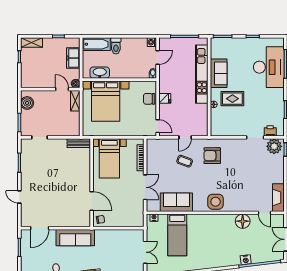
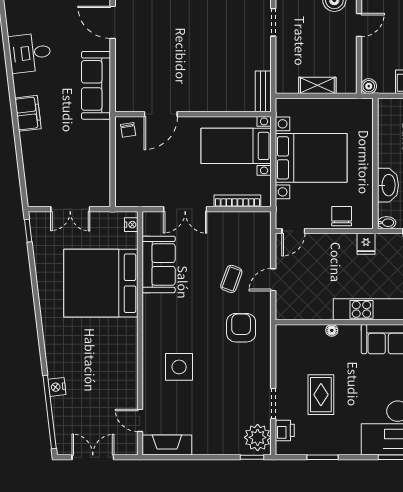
washbasin: (100, 73) -> (388, 185), moved
door: (62, 89) -> (359, 25), moved
fridge: (165, 98) -> (366, 244), moved
rug: (232, 99) -> (321, 395), moved
shelving: (75, 101) -> (317, 85), moved
bed with nightstands: (106, 101) -> (311, 158), moved, turned 180
door: (185, 137) -> (273, 280), hinge flipped
side table: (216, 202) -> (179, 367), moved
door: (265, 213) -> (140, 420), hinge flipped
floor lamp: (243, 221) -> (125, 382), removed
bed: (177, 235) -> (101, 283), width x2.04

